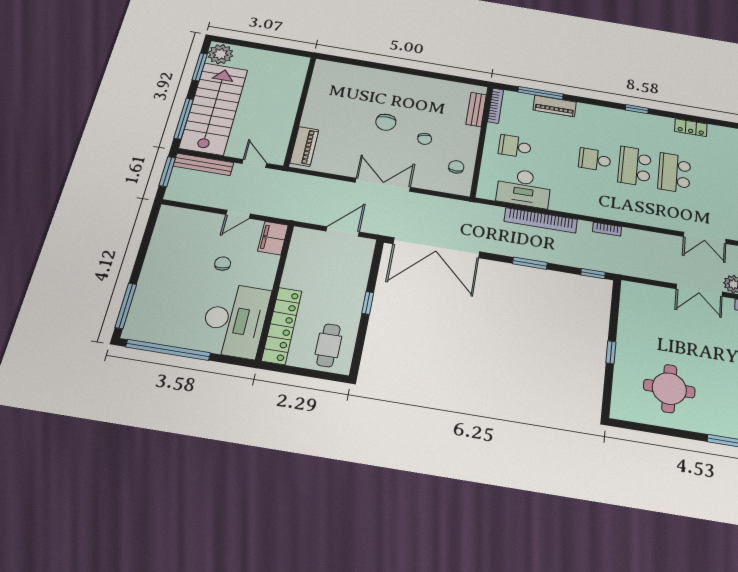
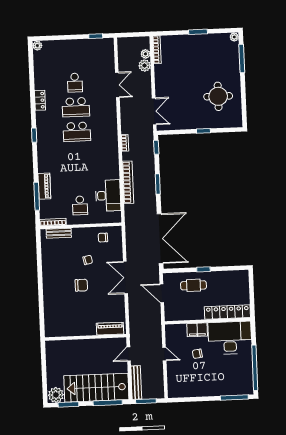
school desk: (595, 160) -> (75, 83), moved
filing cabinet: (273, 238) -> (197, 330), moved
double door: (699, 290) -> (154, 111), moved
cafe table: (328, 345) -> (193, 285), moved

